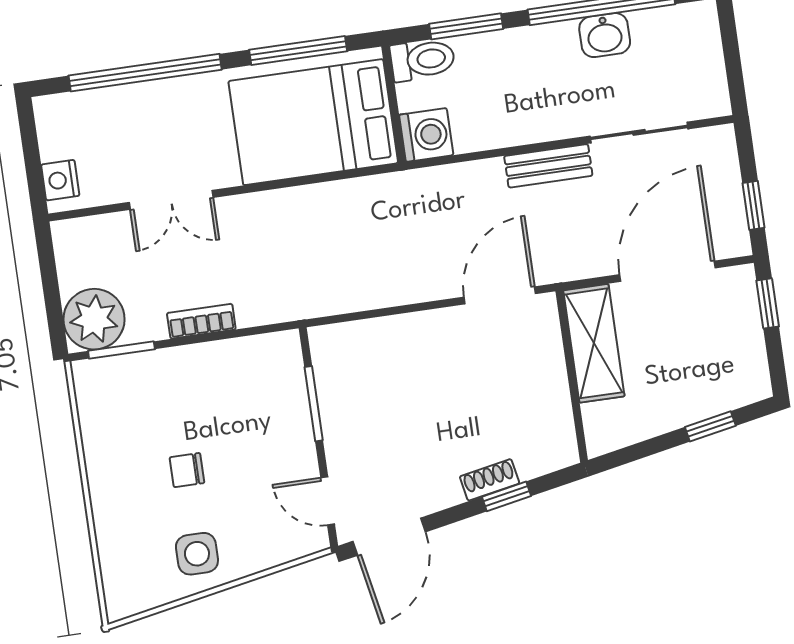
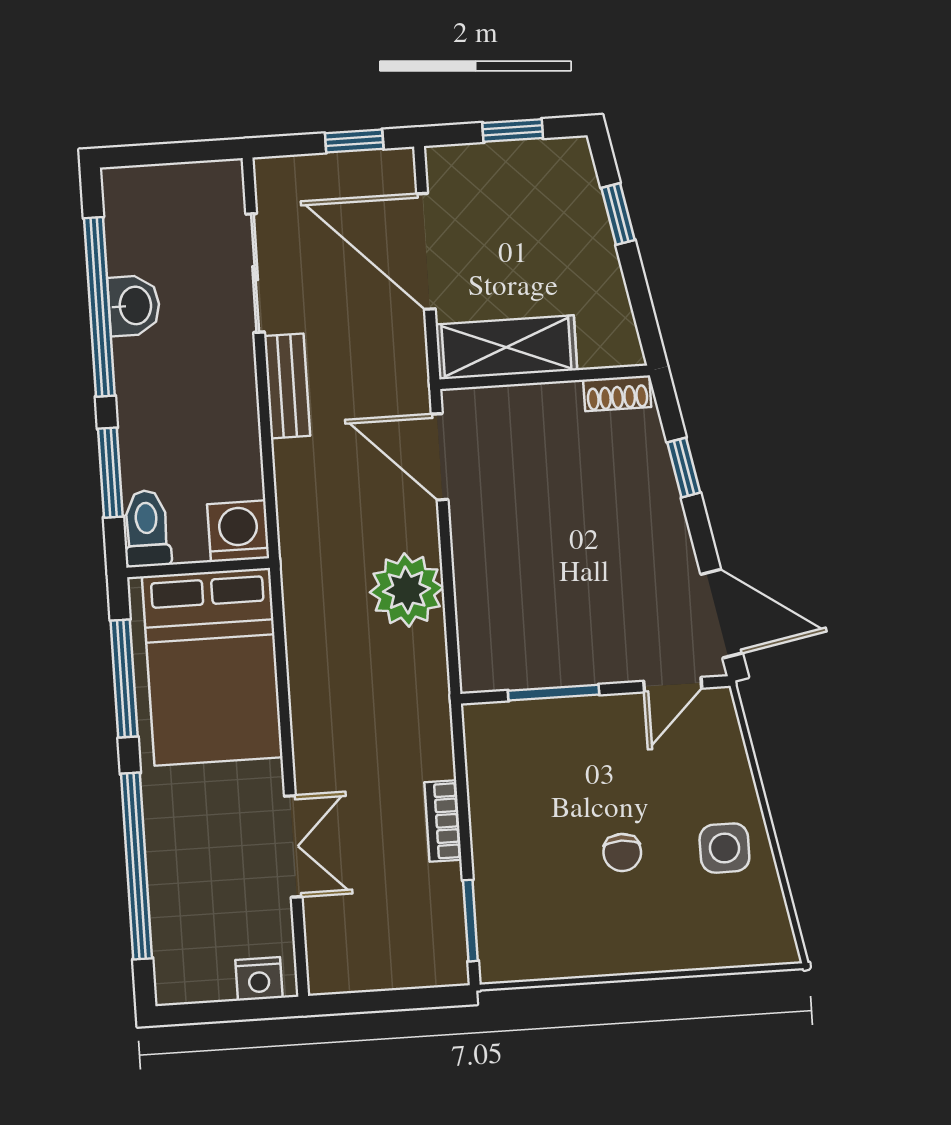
window: (768, 303) -> (513, 131), moved
plant: (94, 319) -> (407, 590), moved
shoe rack: (490, 480) -> (617, 393), moved, turned -79

